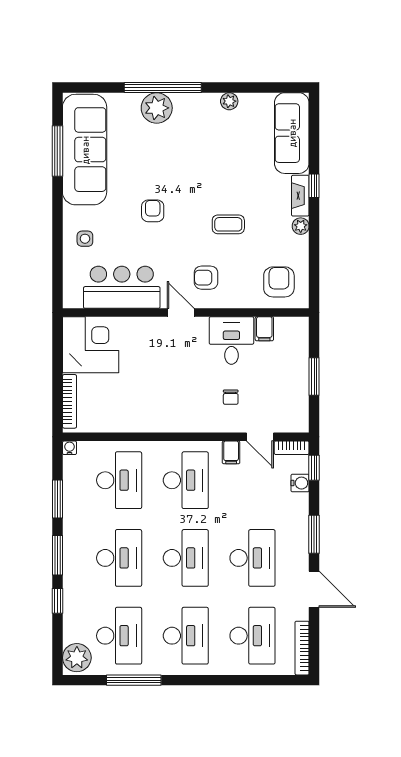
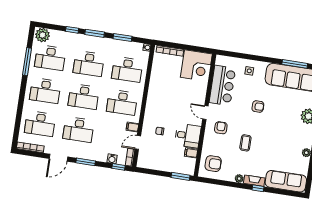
door: (181, 313) -> (205, 113), swing flipped
window: (314, 376) -> (180, 176), moved

